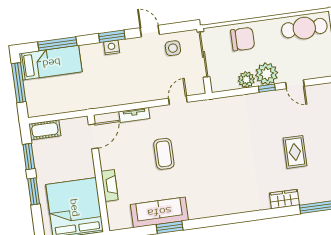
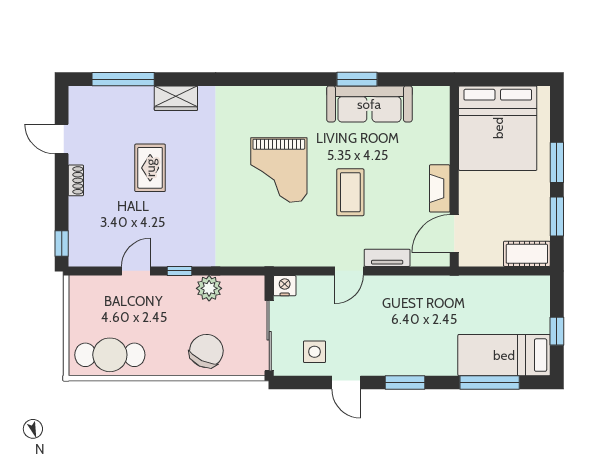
chair: (243, 39) -> (206, 351), turned 115
nightstand: (112, 47) -> (285, 286), moved, turned 180
plant: (267, 74) -> (177, 293), removed
window: (19, 83) -> (557, 331), width x0.46
door: (295, 84) -> (136, 271), hinge flipped
door: (178, 100) -> (349, 271), moved
grand piano: (212, 162) -> (279, 170), added
fireplace: (110, 185) -> (440, 188), moved

